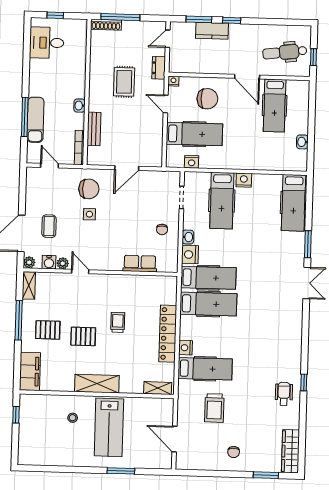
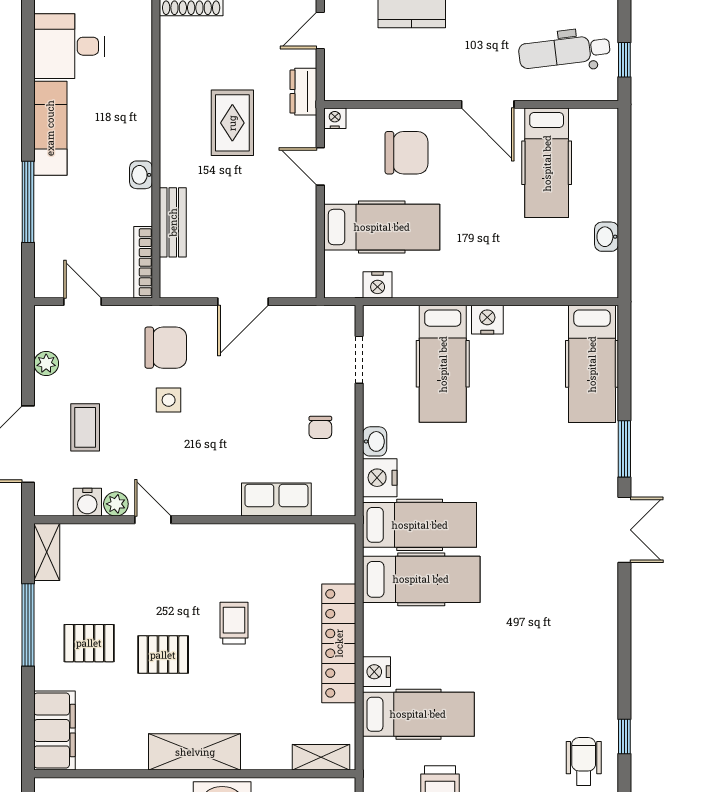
exam couch: (35, 120) -> (50, 128), moved
plant: (29, 262) -> (46, 363), moved

